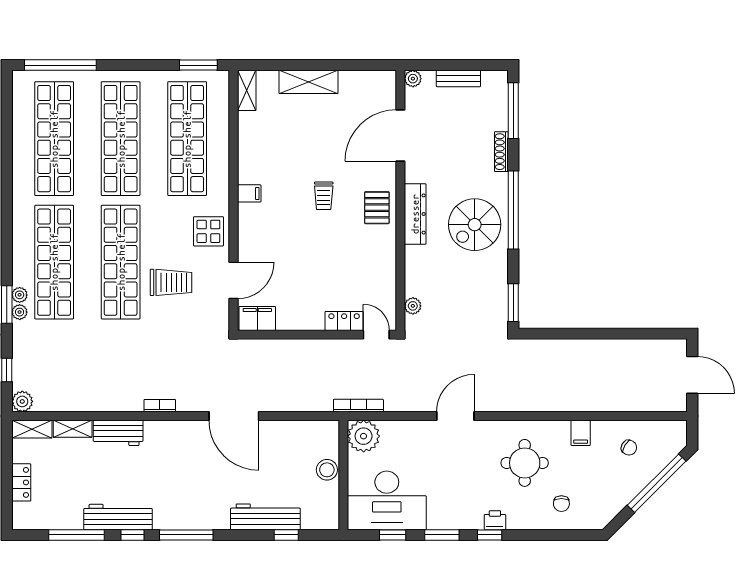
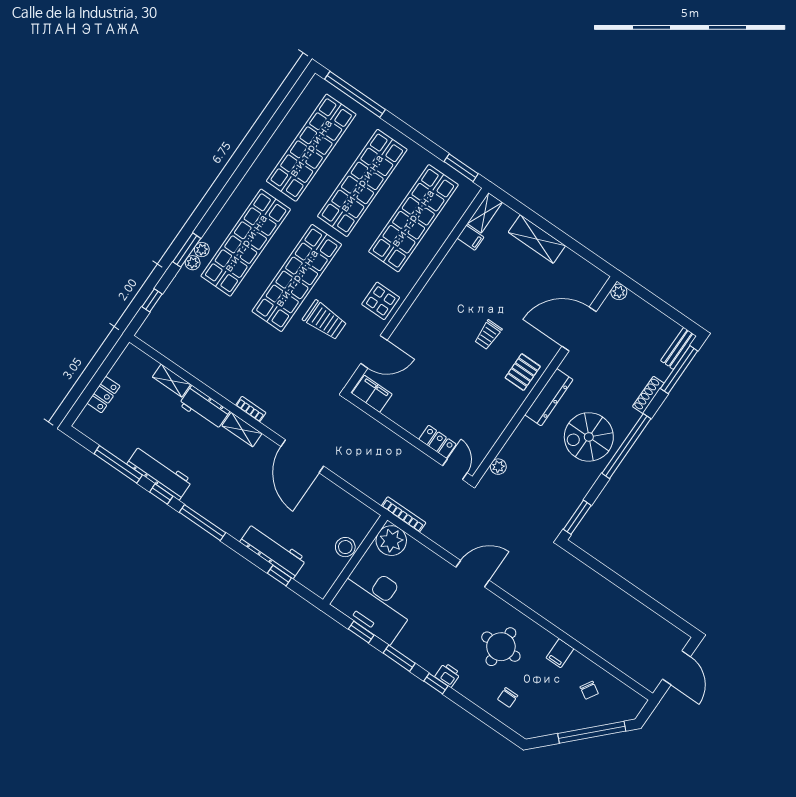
bench: (458, 79) -> (679, 348), moved, turned 90
filing cabinet: (249, 193) -> (470, 238), moved
plant: (22, 401) -> (147, 333), removed
shelving: (32, 429) -> (242, 430), moved

